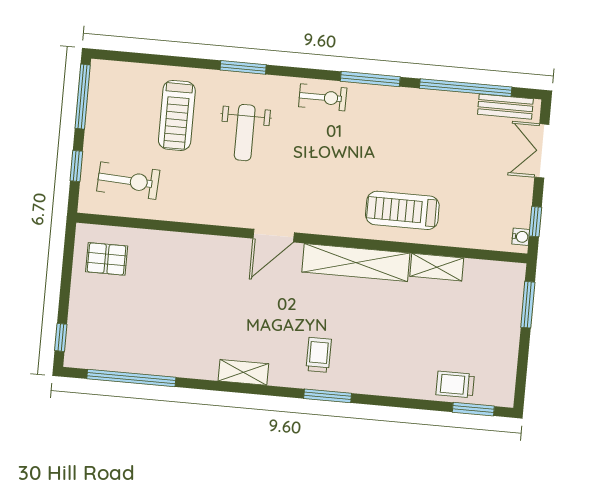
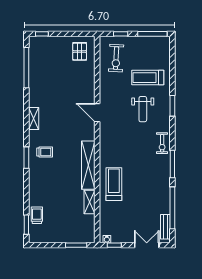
weight bench: (245, 133) -> (143, 109), turned -90
door: (274, 236) -> (97, 113), moved

